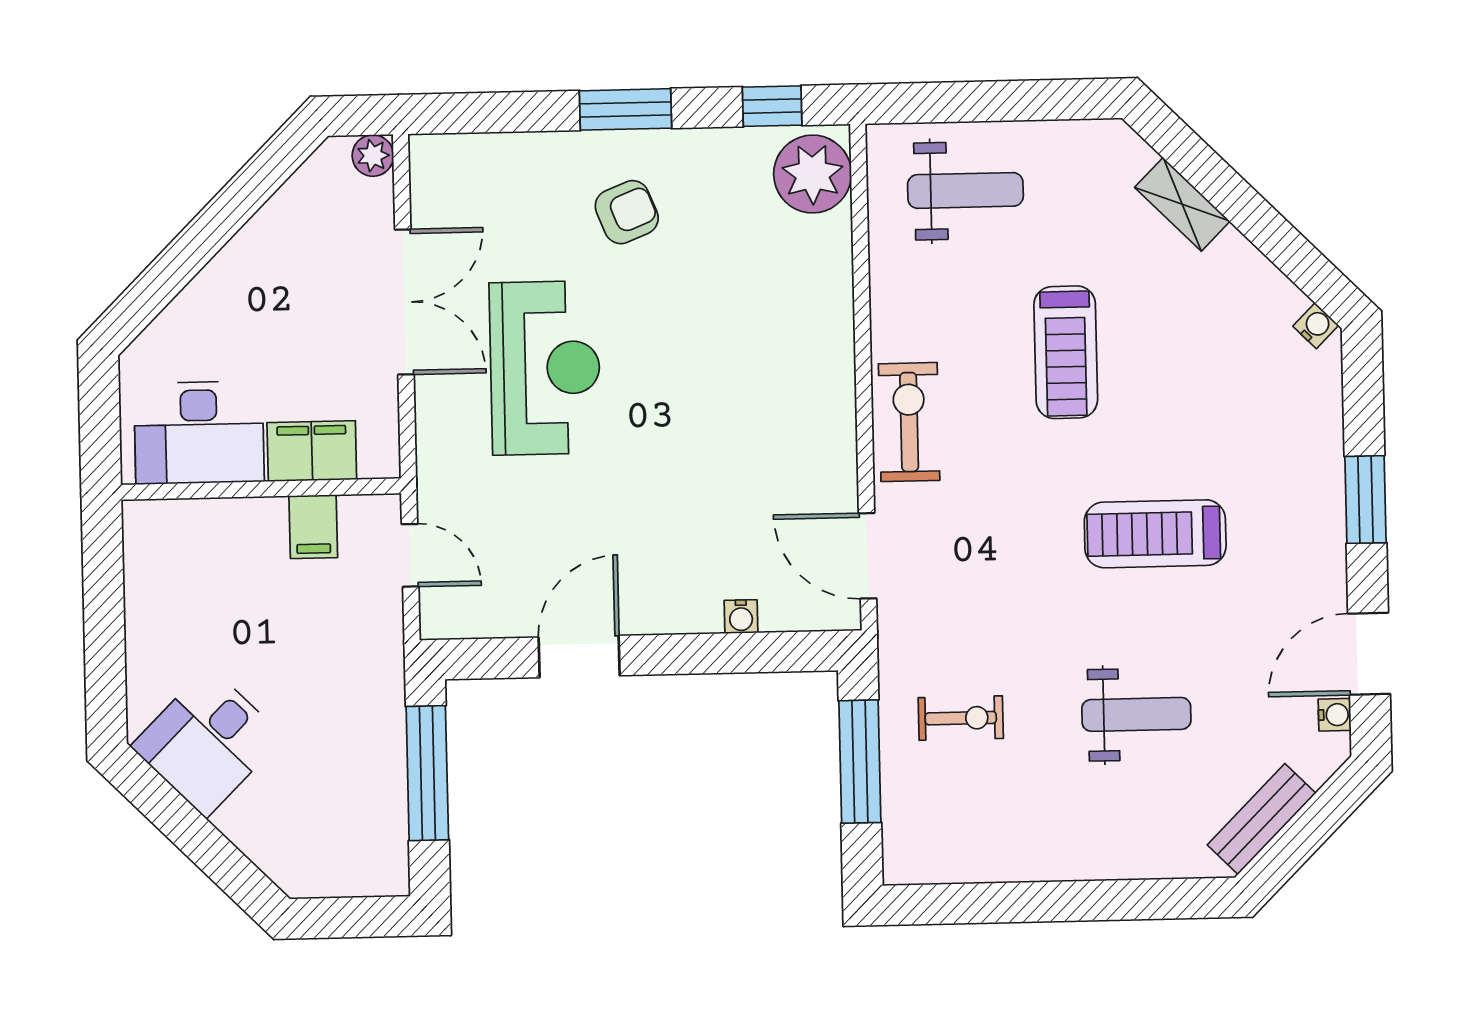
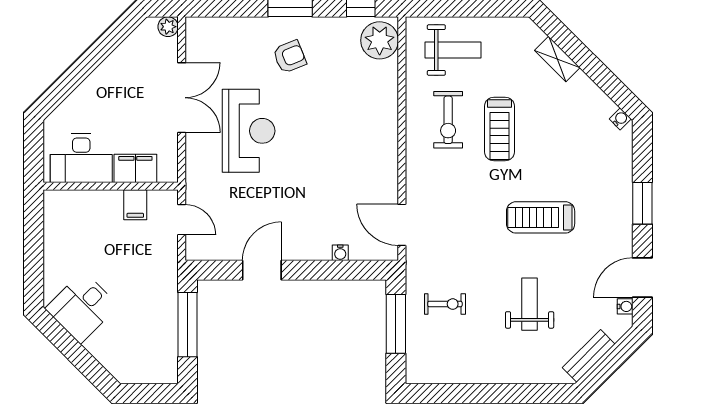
exercise bike: (909, 422) -> (448, 120), moved, turned 180
weight bench: (1136, 714) -> (530, 304), turned -90

